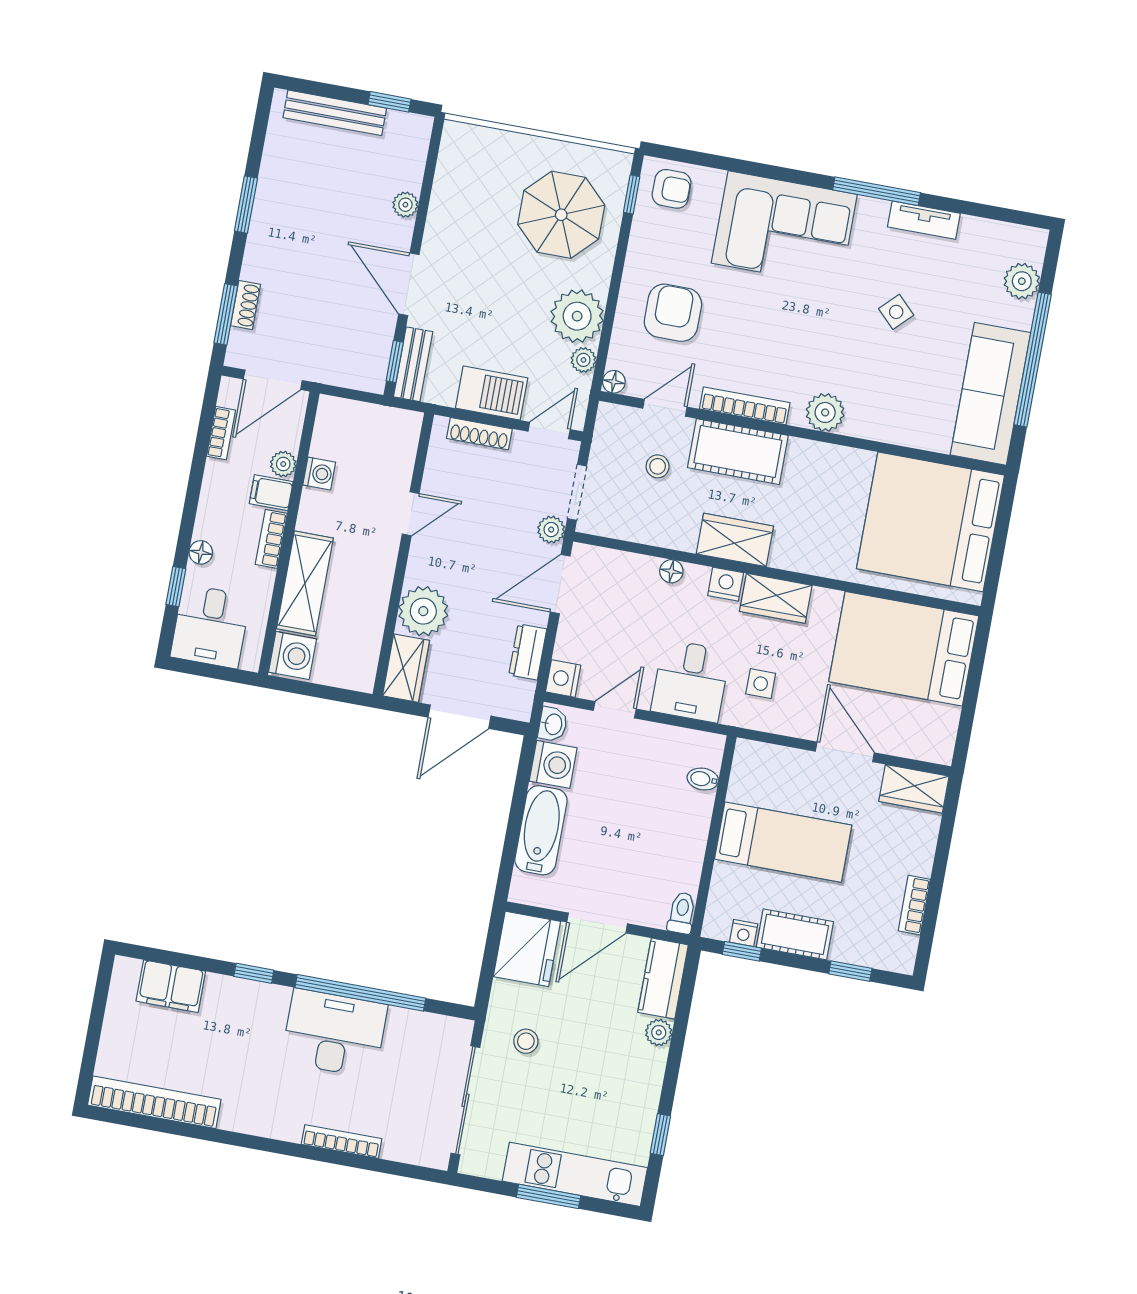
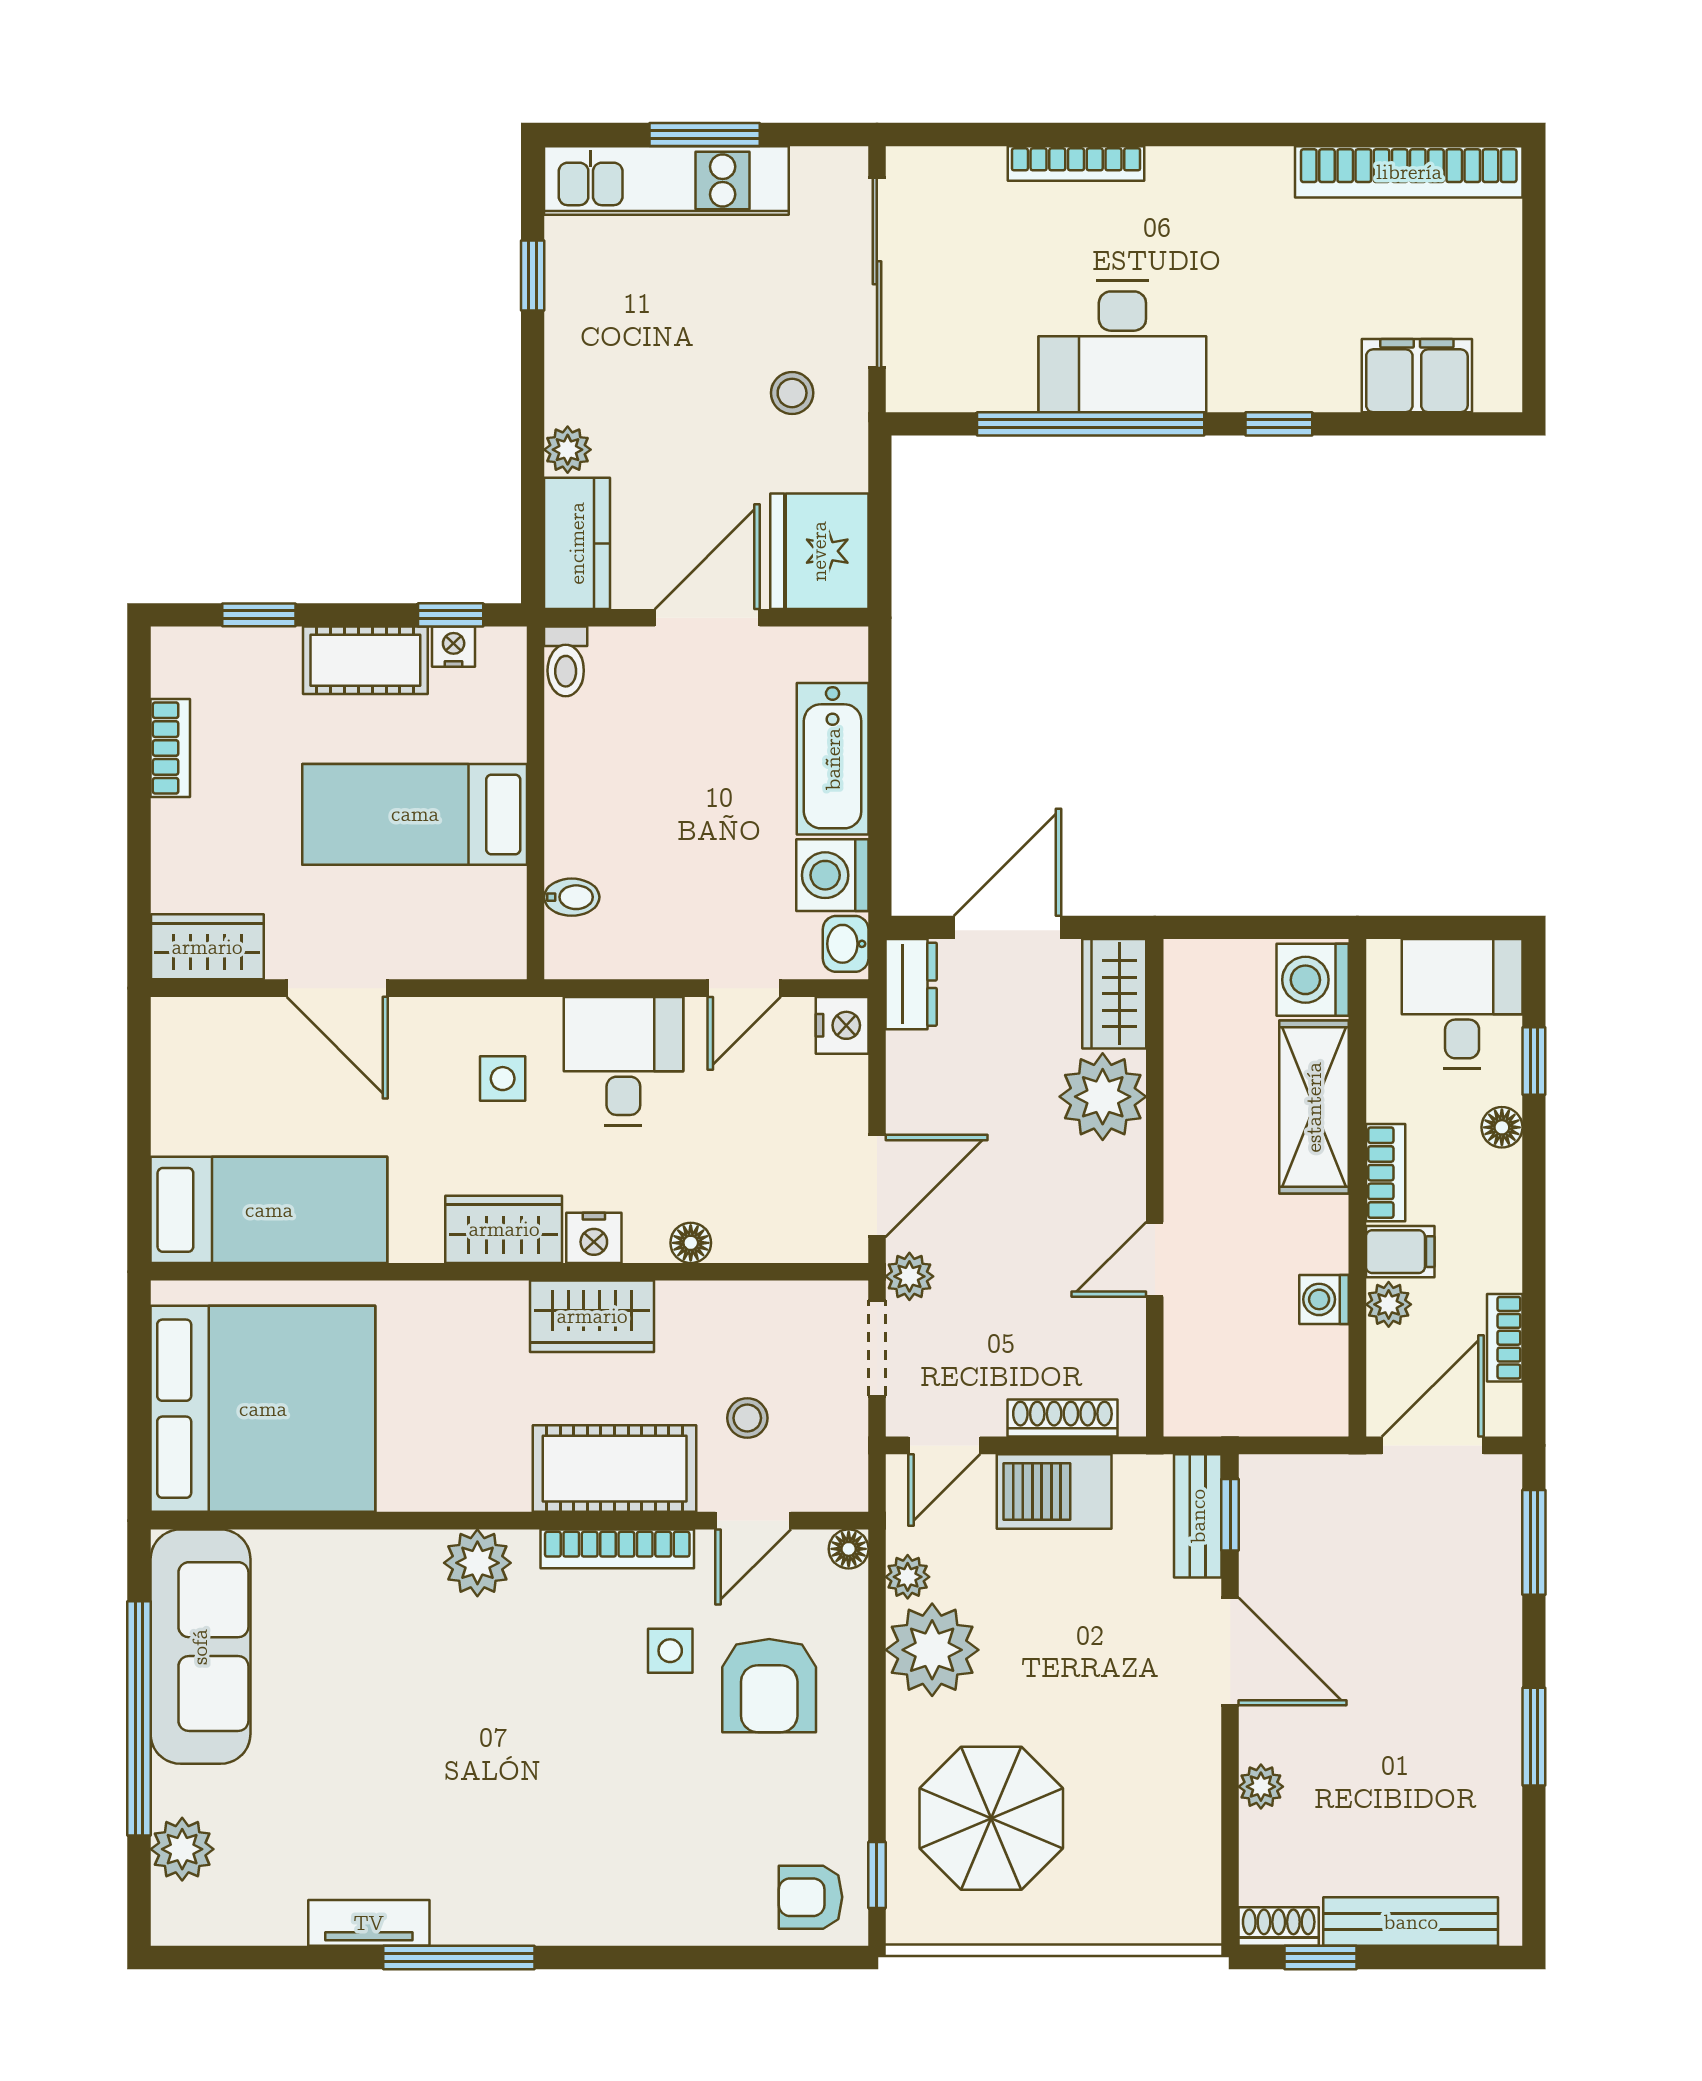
corner sofa: (784, 229) -> (605, 1864), removed
shoe rack: (246, 305) -> (1279, 1927), moved, turned 90
side table: (896, 312) -> (670, 1651), moved, turned 45
bed: (904, 649) -> (269, 1210), width x0.67
dresser: (528, 652) -> (911, 984), moved

